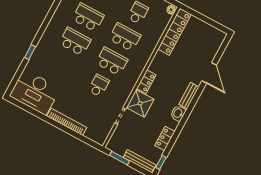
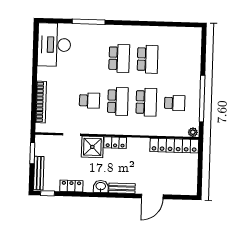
window: (30, 52) -> (89, 22), width x2.17
bookcase: (67, 122) -> (41, 102), moved

